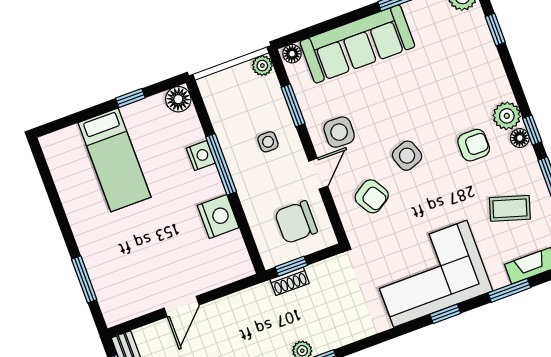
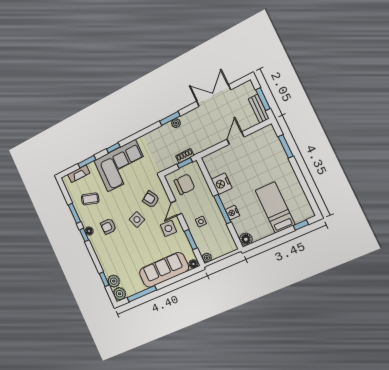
window: (130, 98) -> (301, 225), moved
plant: (507, 116) -> (114, 281), moved

